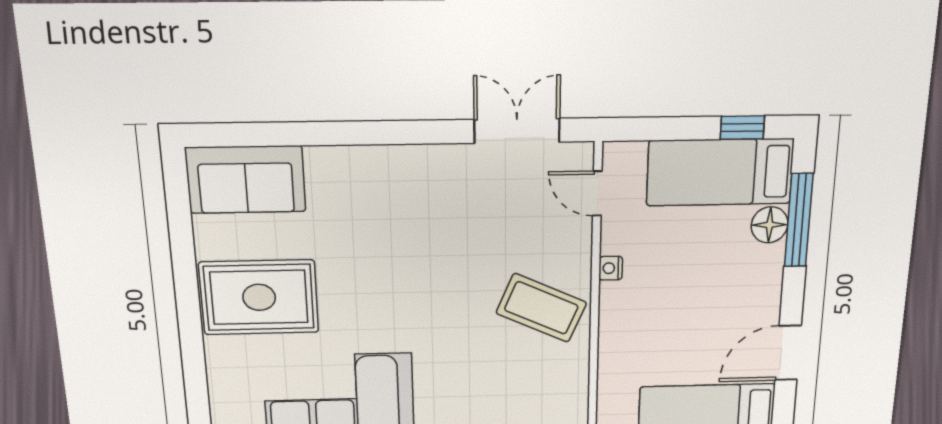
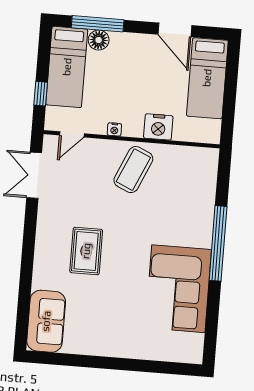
window: (742, 128) -> (41, 94), moved
rug: (259, 297) -> (86, 251), moved, width x0.73, depth x0.70
nightstand: (619, 342) -> (158, 127), added

